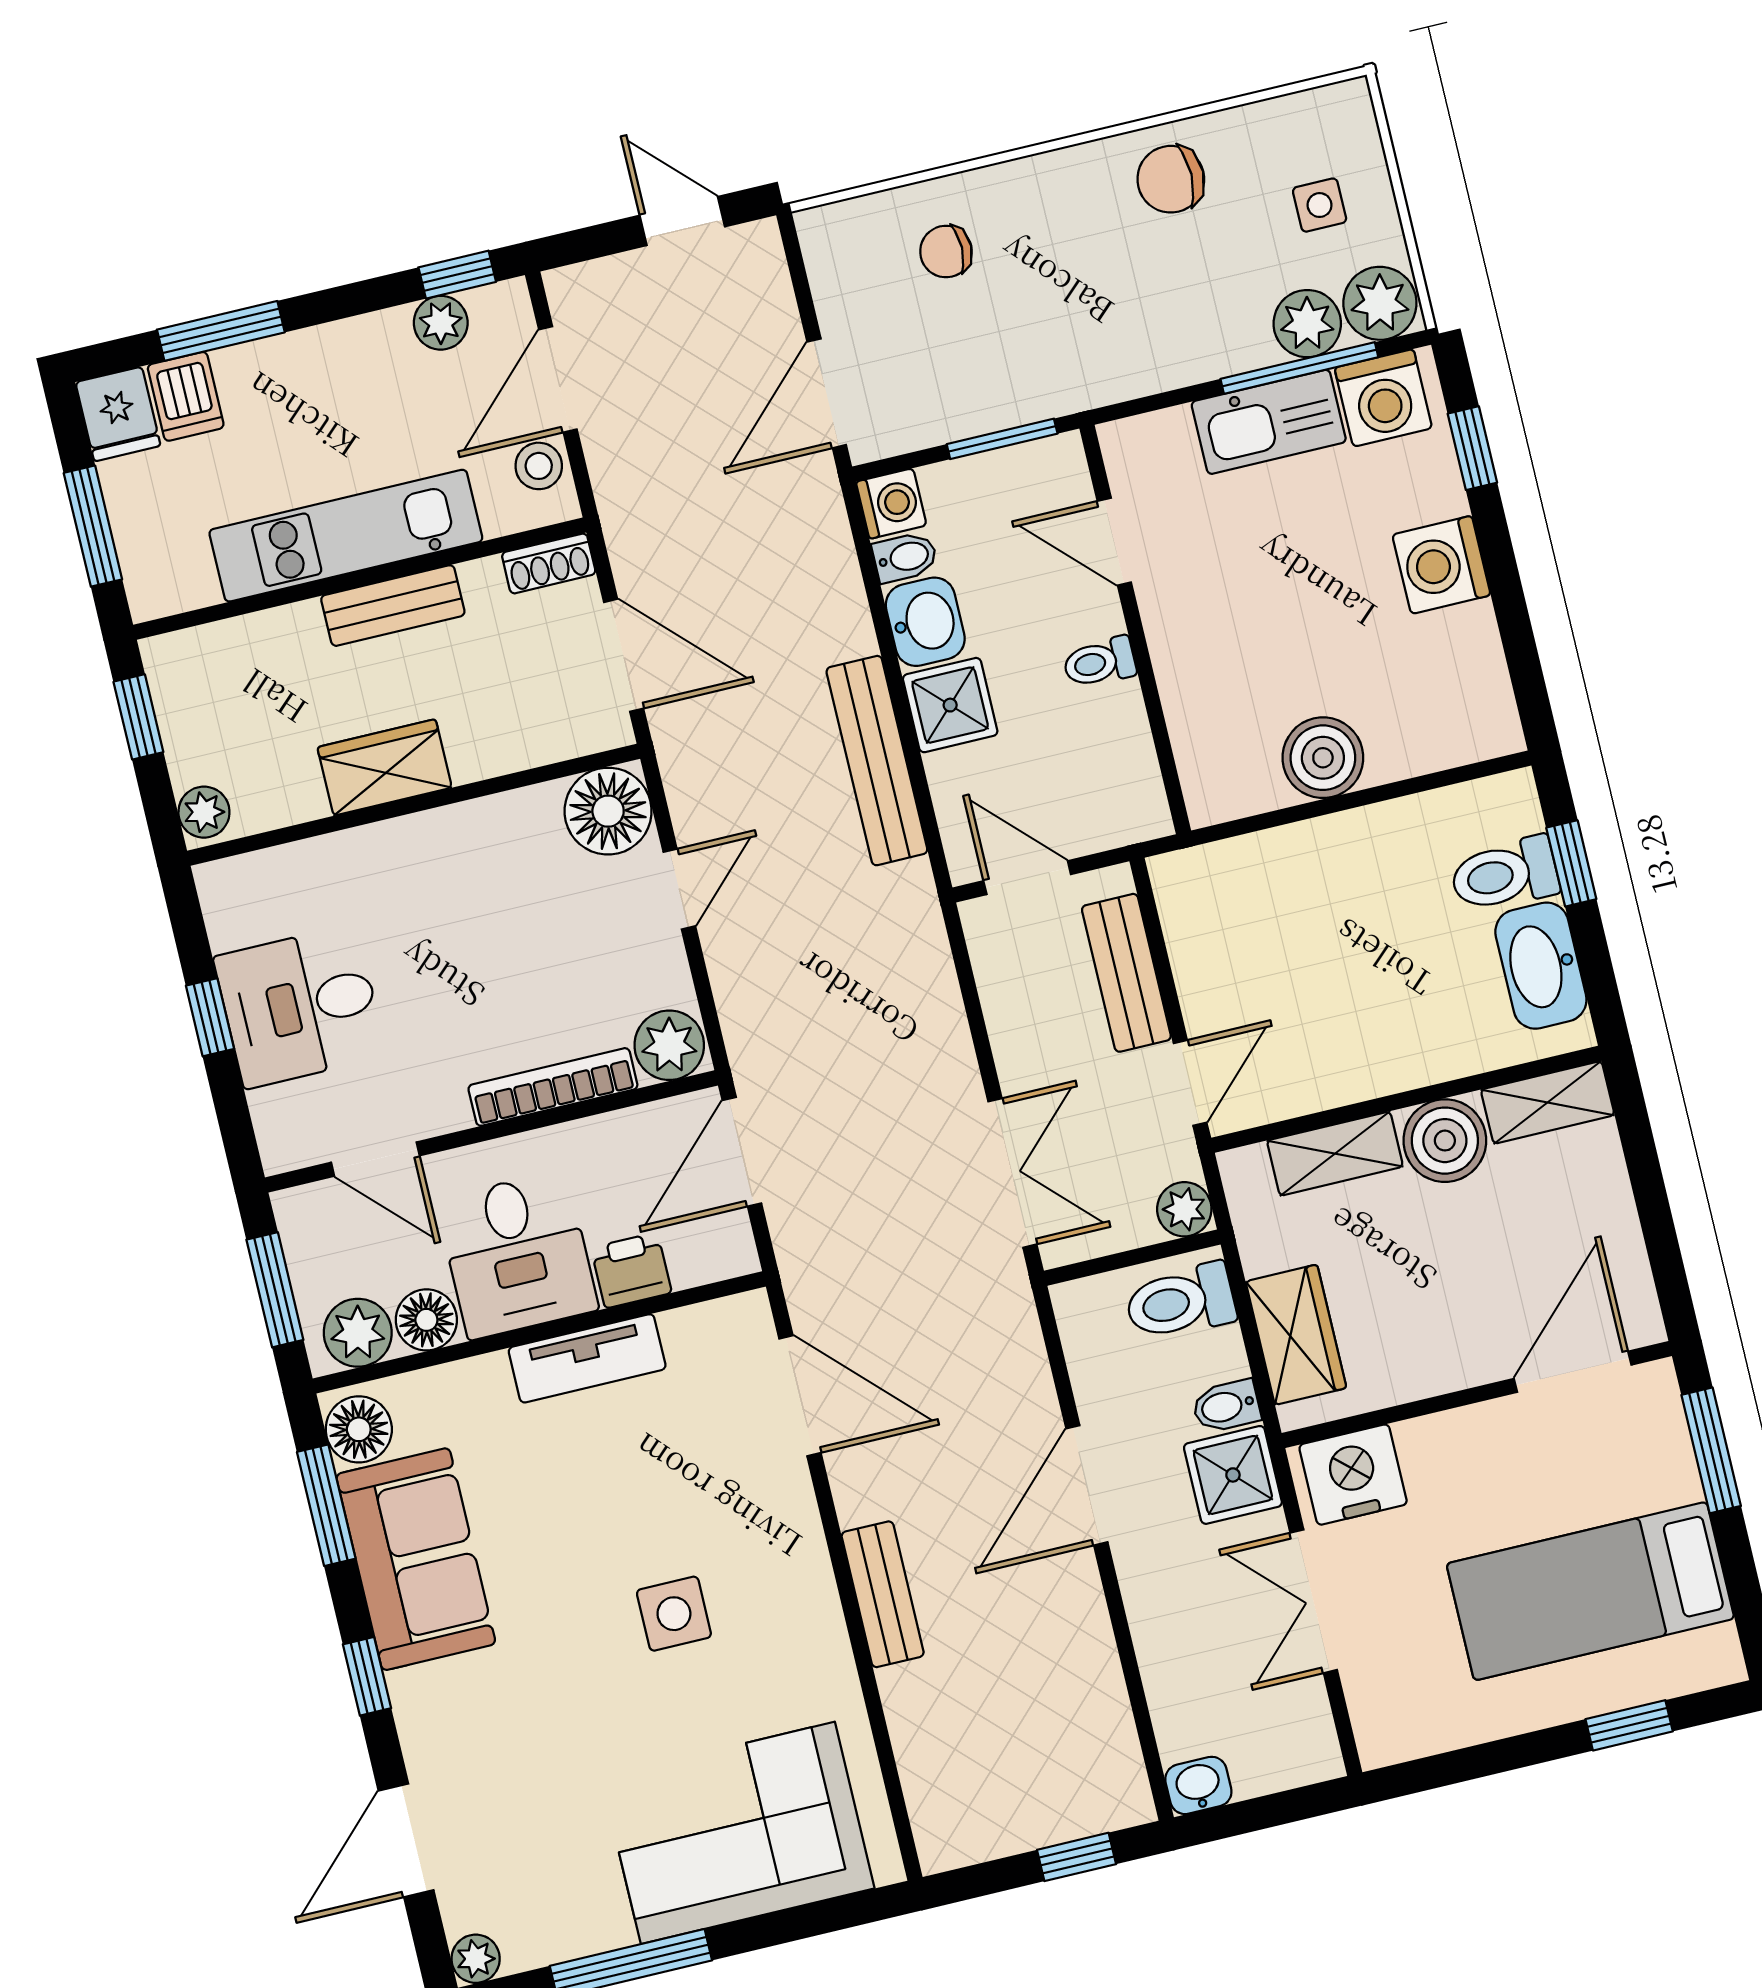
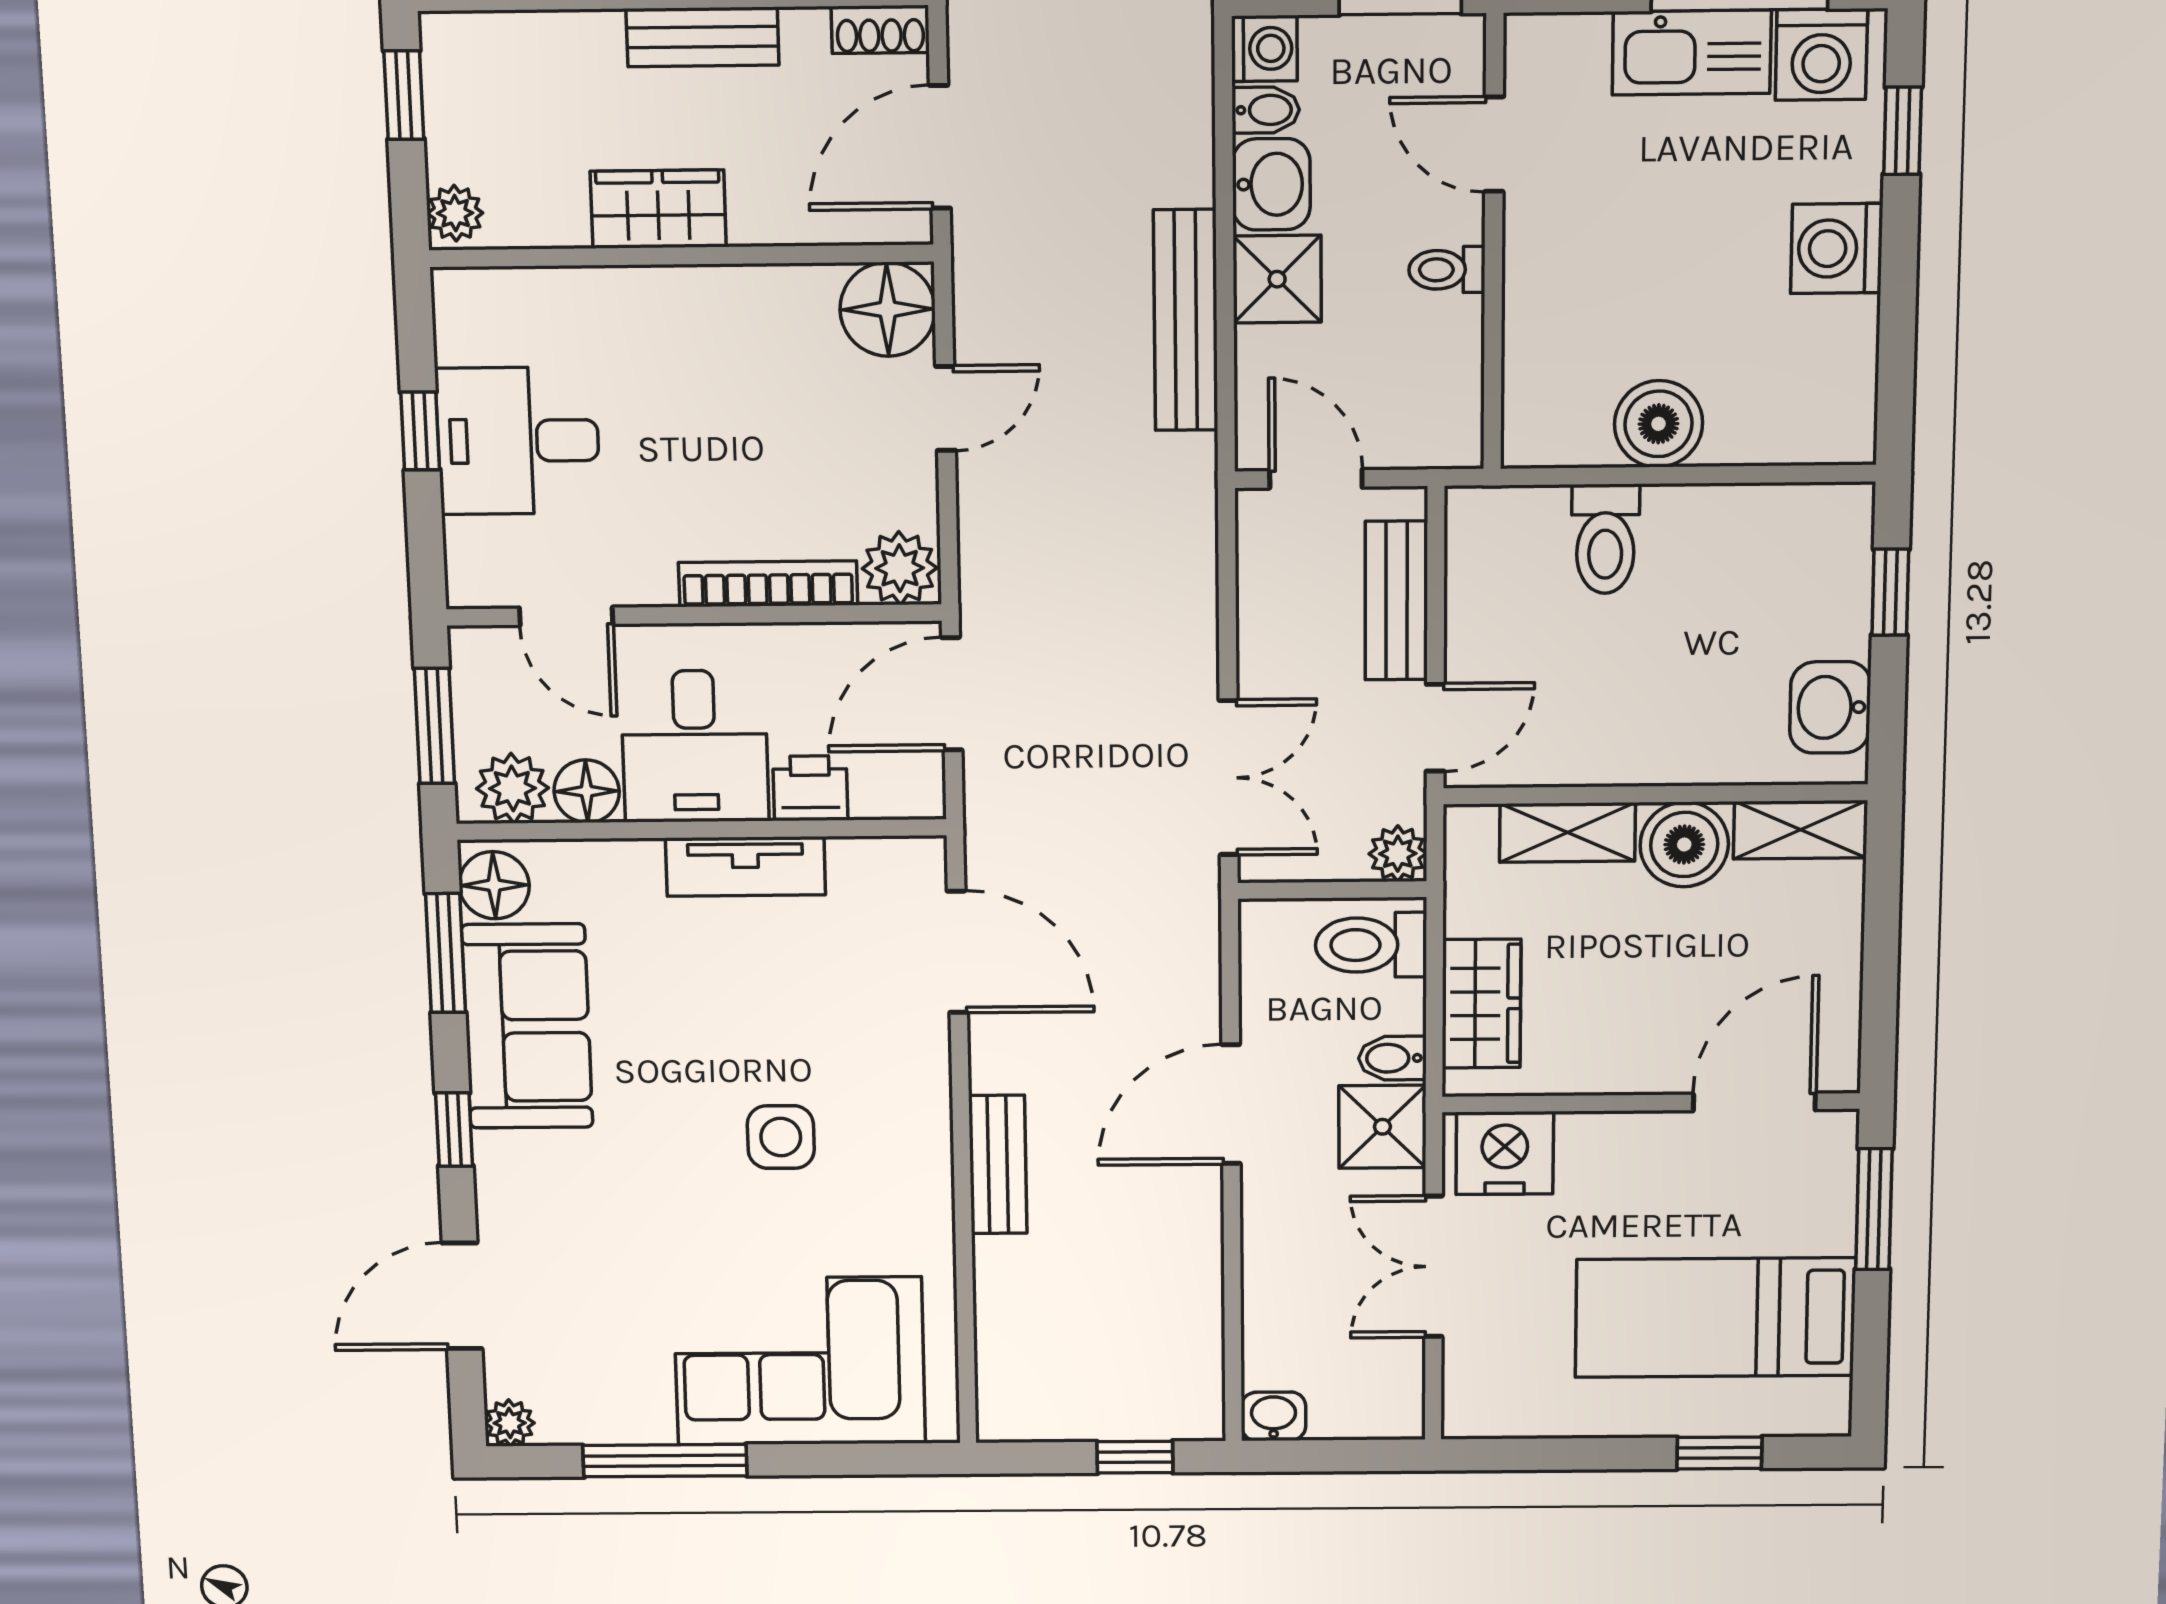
door: (624, 655) -> (940, 147), swing flipped
toilet: (1504, 874) -> (1605, 539), moved, turned -90
washbasin: (1541, 966) -> (1830, 707), width x0.72

